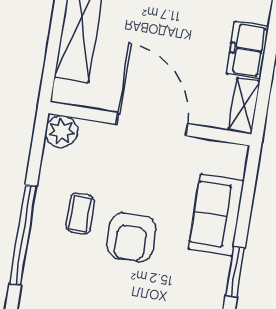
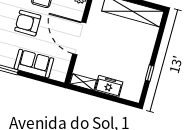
door: (152, 124) -> (79, 38), swing flipped

